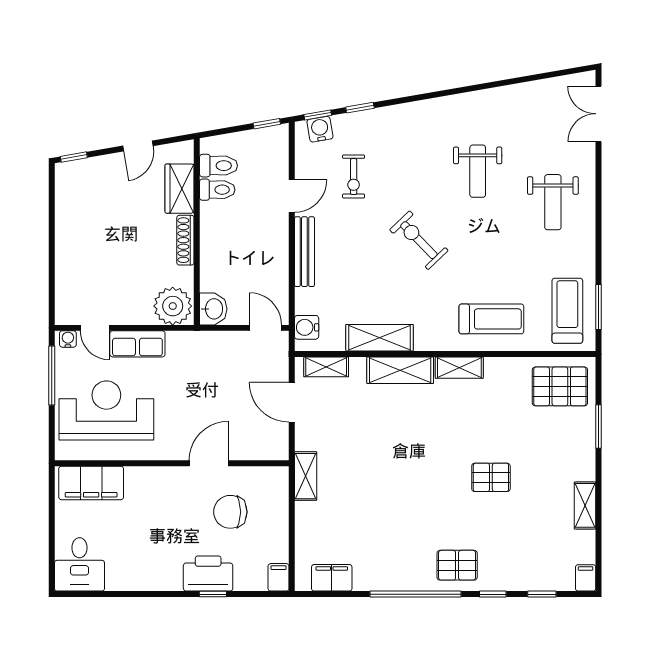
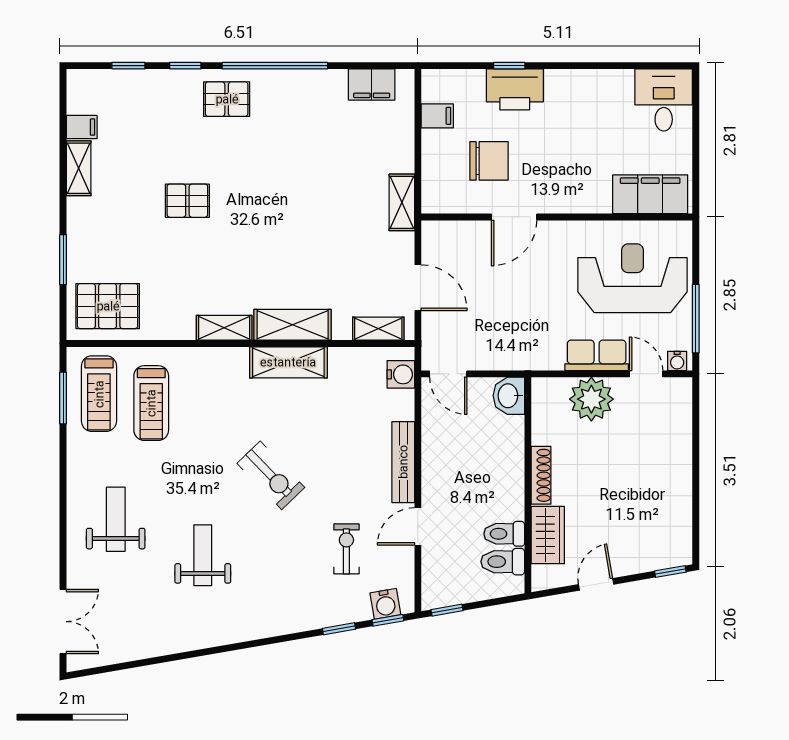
plant: (173, 306) -> (591, 399), moved
treadmill: (491, 319) -> (151, 403), moved, turned -90
shelving: (380, 338) -> (288, 362), moved
reception desk: (106, 410) -> (632, 278), turned 180
filing cabinet: (279, 577) -> (437, 116), moved, turned -90
filing cabinet: (586, 578) -> (82, 127), moved, turned -90

